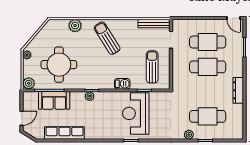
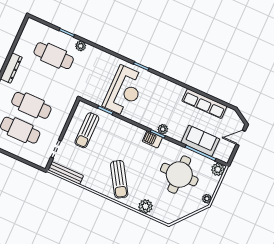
barbecue: (122, 84) -> (152, 139), moved

